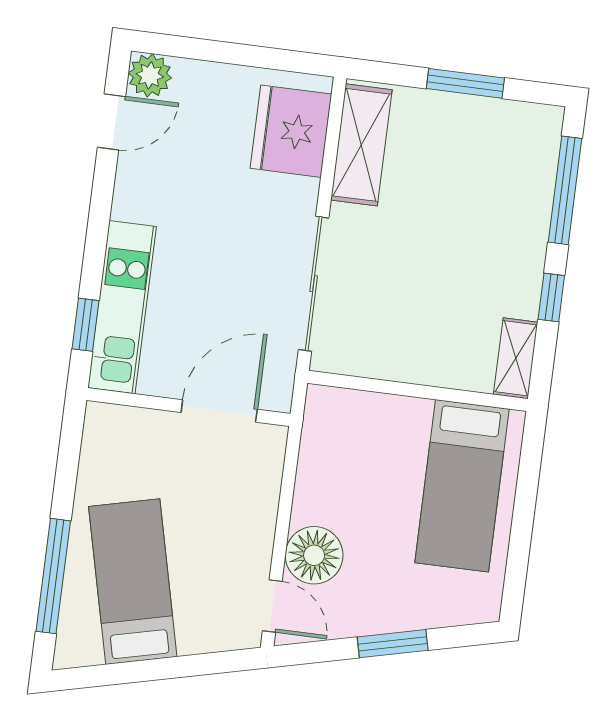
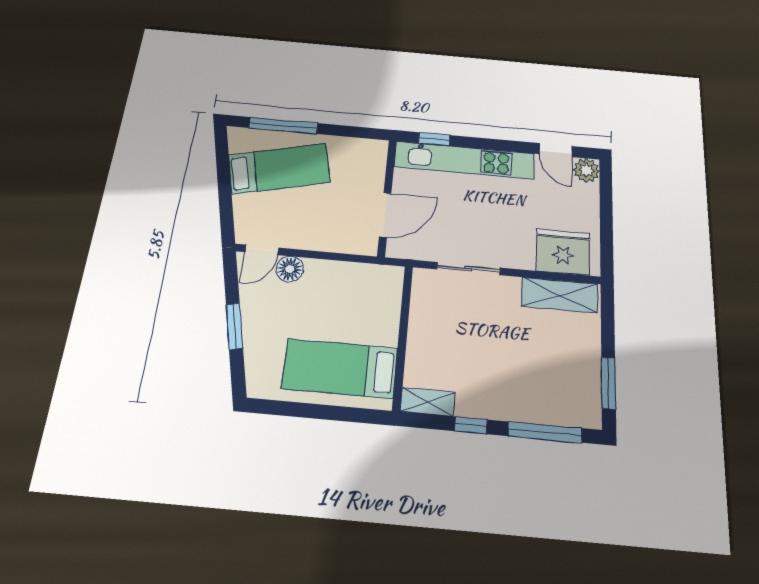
window: (465, 83) -> (608, 383), moved
sliding door: (314, 284) -> (468, 269), width x0.73
kitchen unit: (122, 307) -> (464, 160), width x1.36
door: (219, 411) -> (385, 215), hinge flipped
floor lamp: (314, 555) -> (290, 269), width x0.73, depth x0.73

